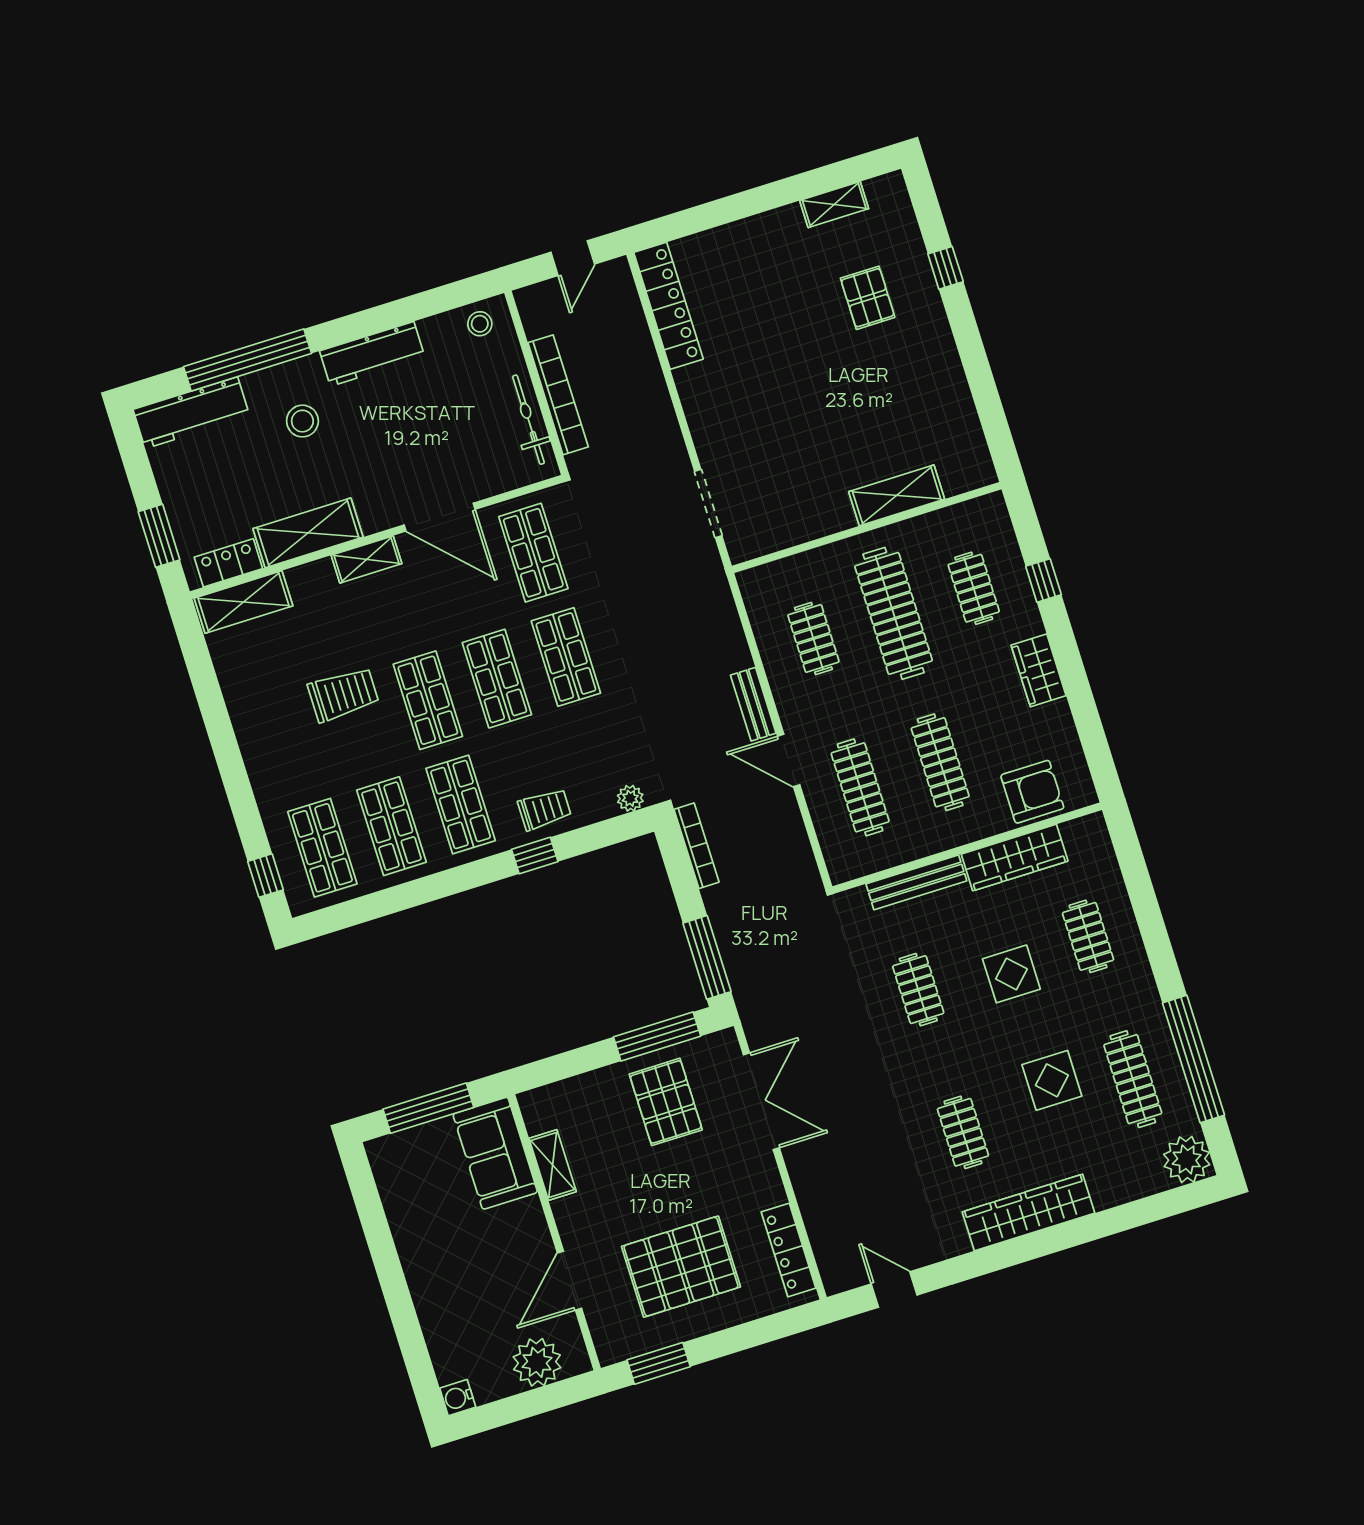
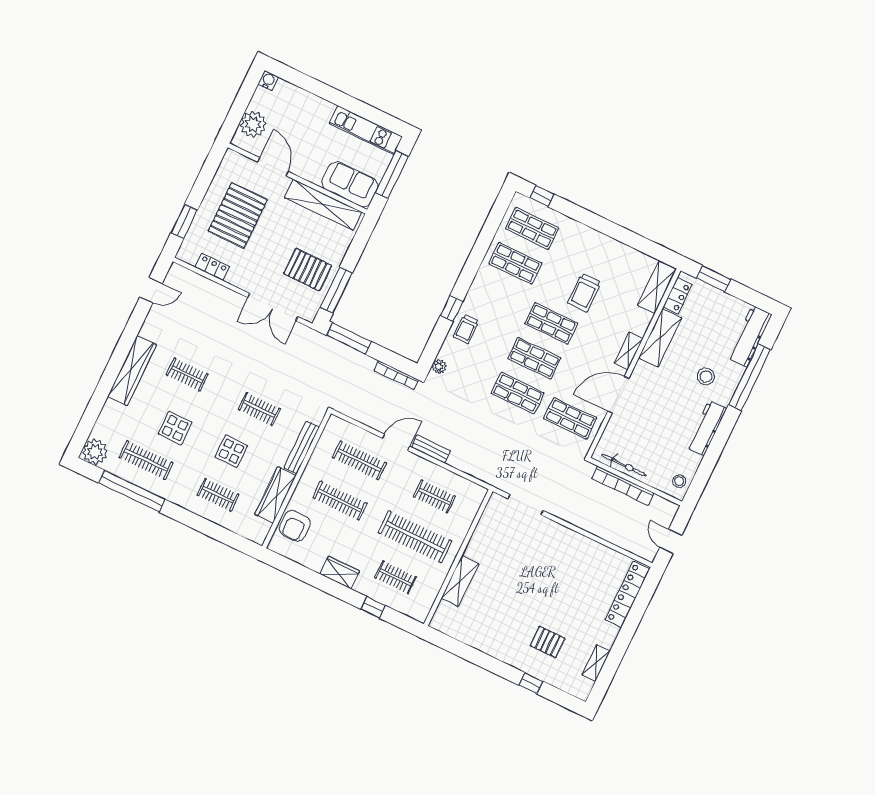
locker: (668, 306) -> (627, 594), moved, turned 90
shop shelf: (461, 805) -> (499, 298), removed
shelving: (553, 1165) -> (323, 205), width x2.20, depth x1.33
kitchen unit: (401, 1201) -> (366, 130), added
locker: (789, 1250) -> (212, 267), width x0.66
window: (659, 1363) -> (184, 221), moved

